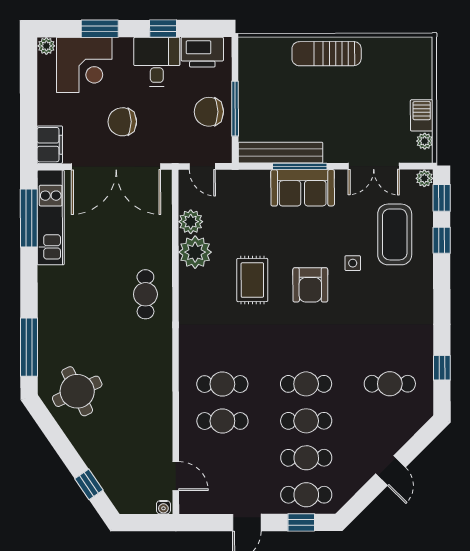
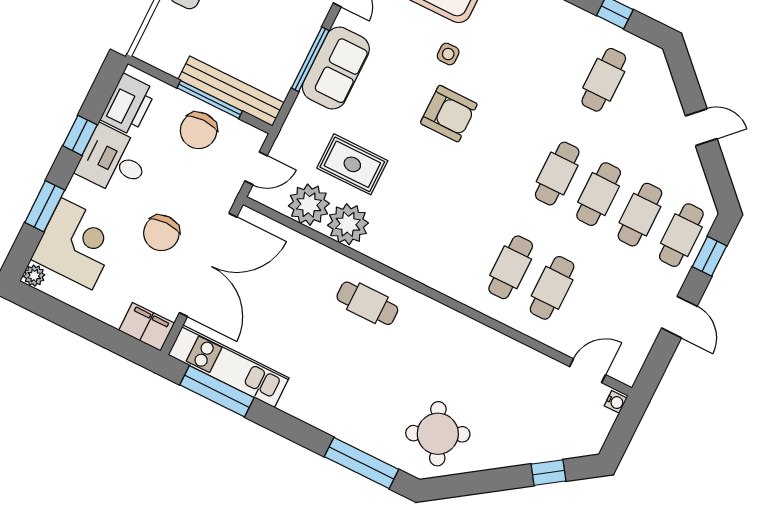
bench: (281, 153) -> (231, 91), moved, turned 90
plant: (191, 222) -> (309, 205), width x1.36, depth x1.36
rug: (252, 280) -> (352, 164), moved

